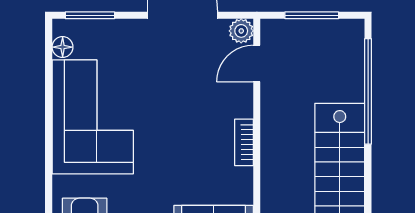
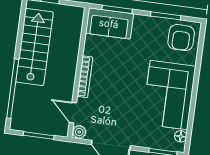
door: (257, 64) -> (73, 113), swing flipped
bookcase: (244, 142) -> (85, 77), width x1.56

